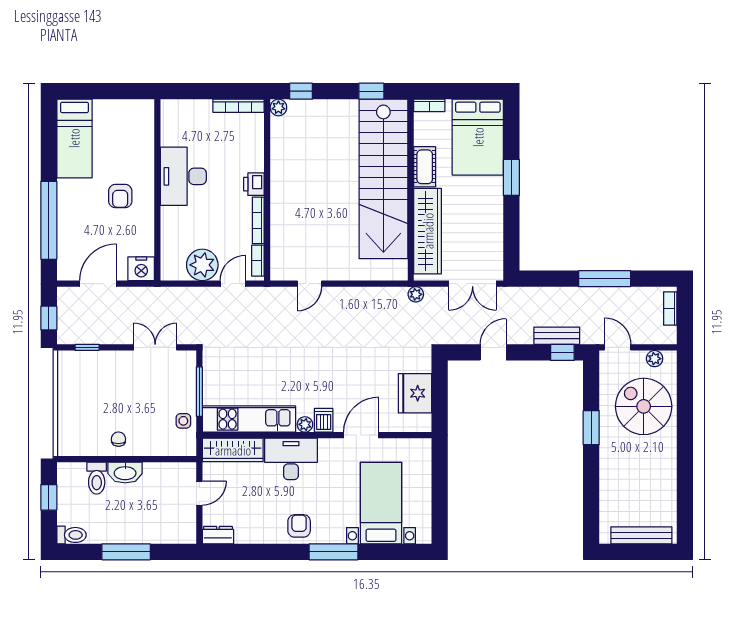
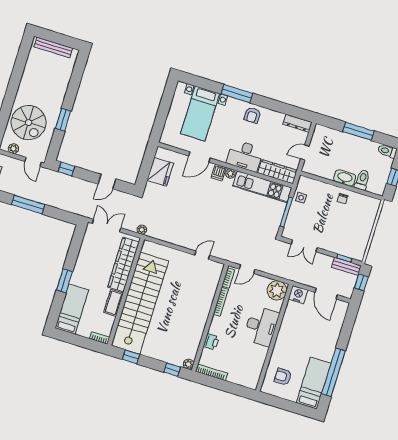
bed: (478, 137) -> (72, 309), width x0.67
desk: (183, 176) -> (261, 326), moved
printer: (254, 184) -> (211, 342), moved
armchair: (120, 196) -> (283, 377), moved, turned -90
window: (49, 220) -> (333, 372), moved
plant: (202, 265) -> (277, 290), moved
door: (98, 284) -> (326, 294), hinge flipped
bench: (557, 336) -> (346, 266), moved
dresser: (218, 535) -> (297, 123), width x1.44

